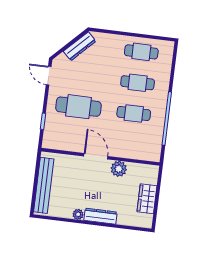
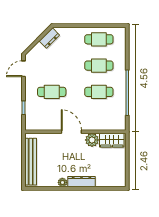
dresser: (80, 46) -> (49, 38), width x0.70
door: (49, 76) -> (23, 69), hinge flipped
cafe table: (78, 107) -> (52, 92), width x0.73, depth x0.74
wardrobe: (147, 199) -> (112, 140), moved, turned -90

